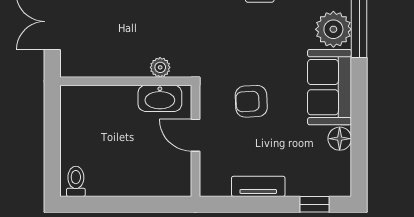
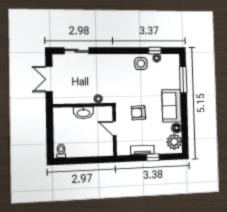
plant: (333, 29) -> (174, 142), moved
washbasin: (160, 98) -> (83, 113), moved
window: (314, 204) -> (153, 157), moved

